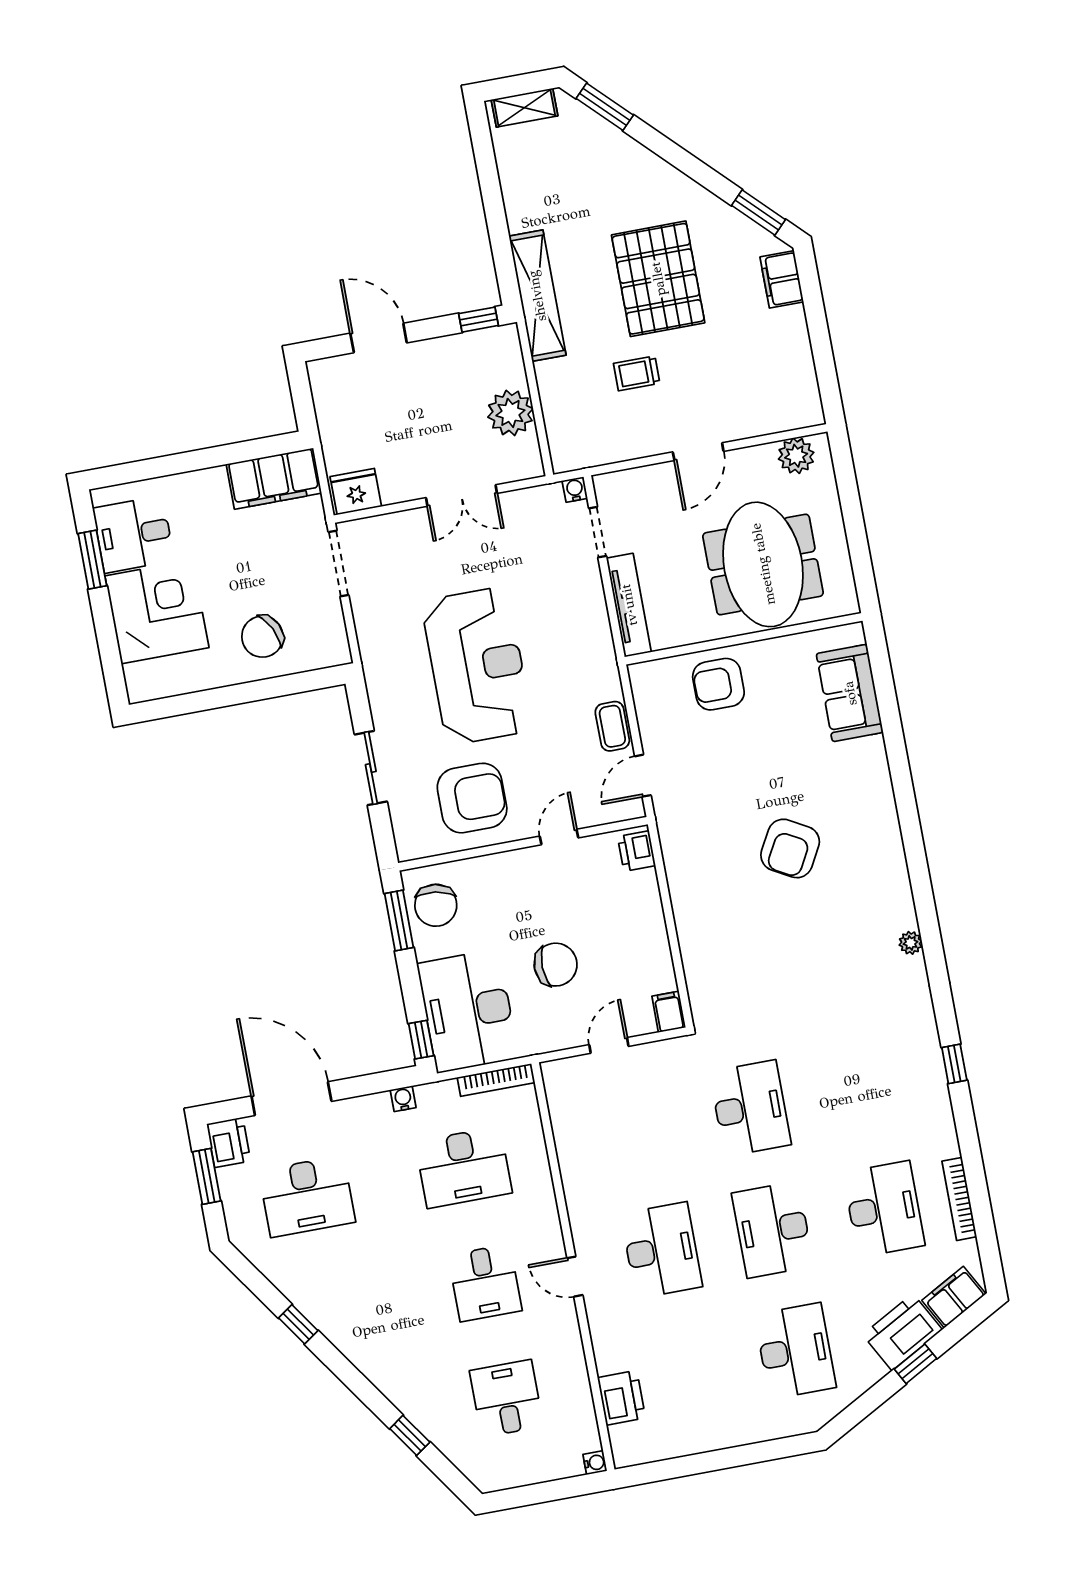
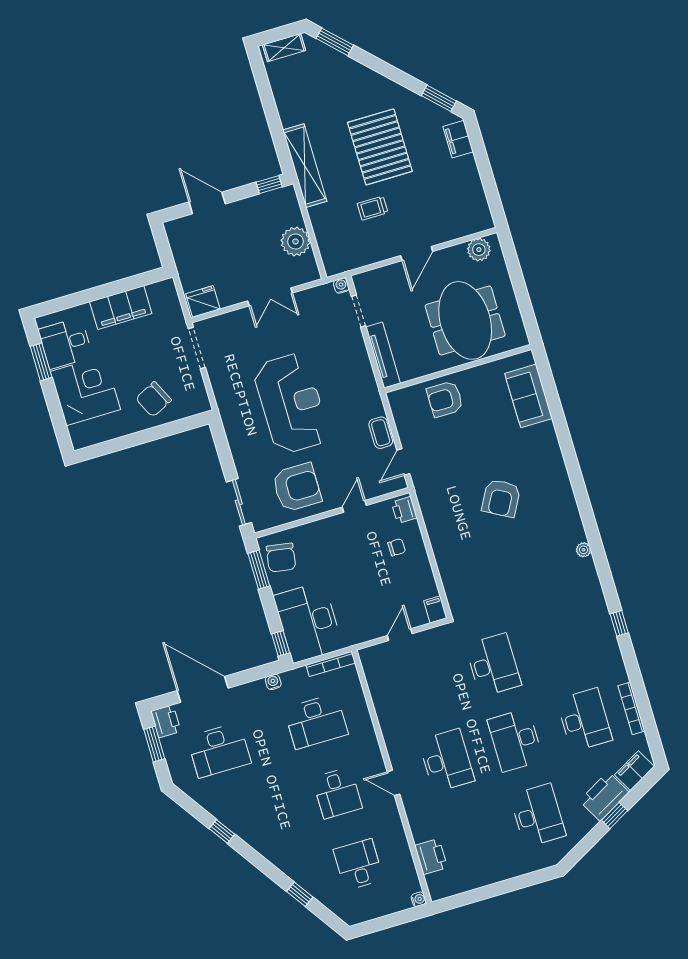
filing cabinet: (274, 479) -> (121, 307), moved
sliding door: (371, 768) -> (239, 502), moved
chair: (556, 965) -> (397, 547), moved, width x0.54, depth x0.54

